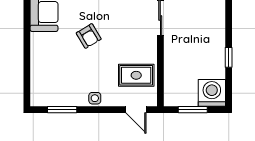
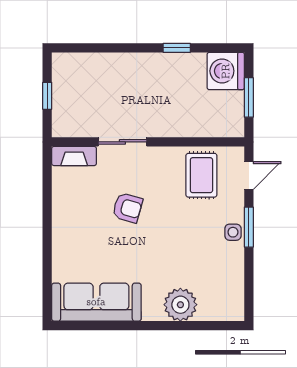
armchair: (89, 36) -> (127, 208), moved, turned 47
plant: (42, 60) -> (180, 305), added
window: (62, 110) -> (249, 227), moved

